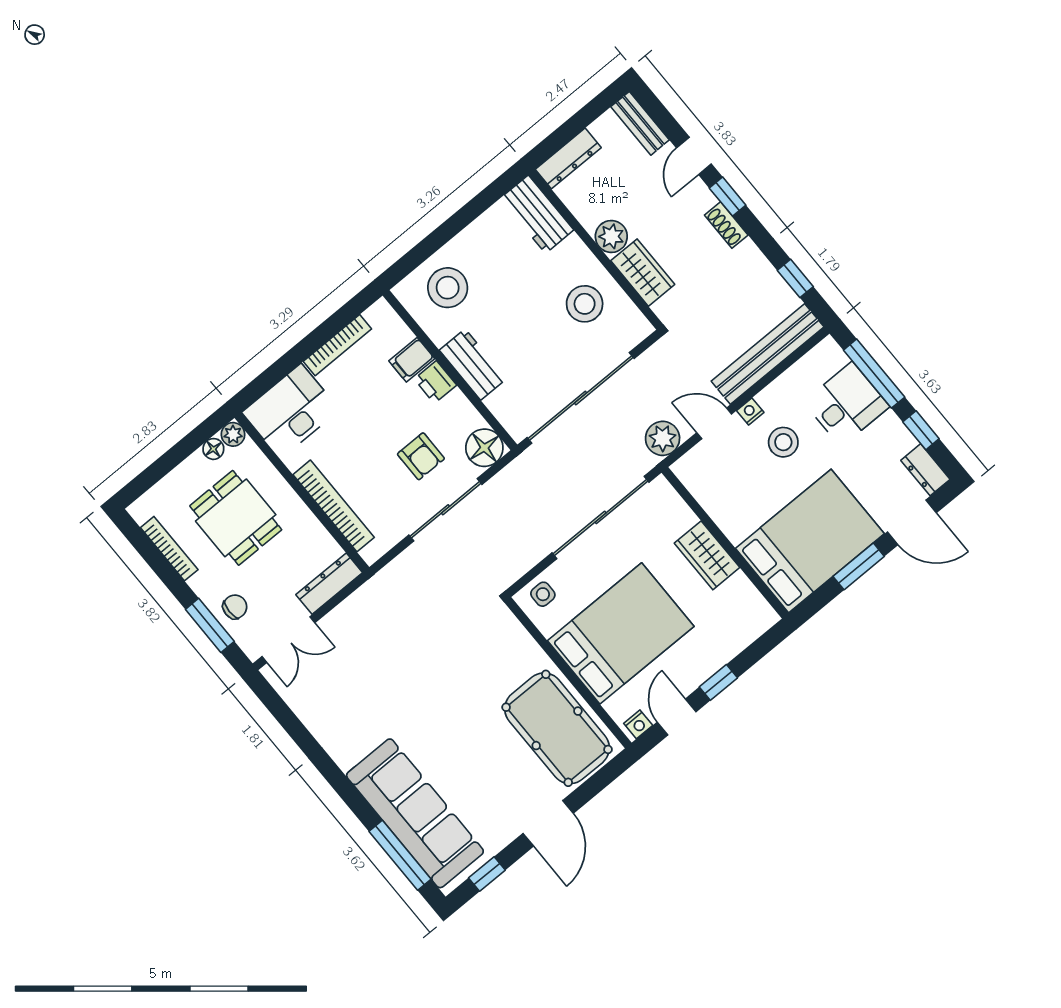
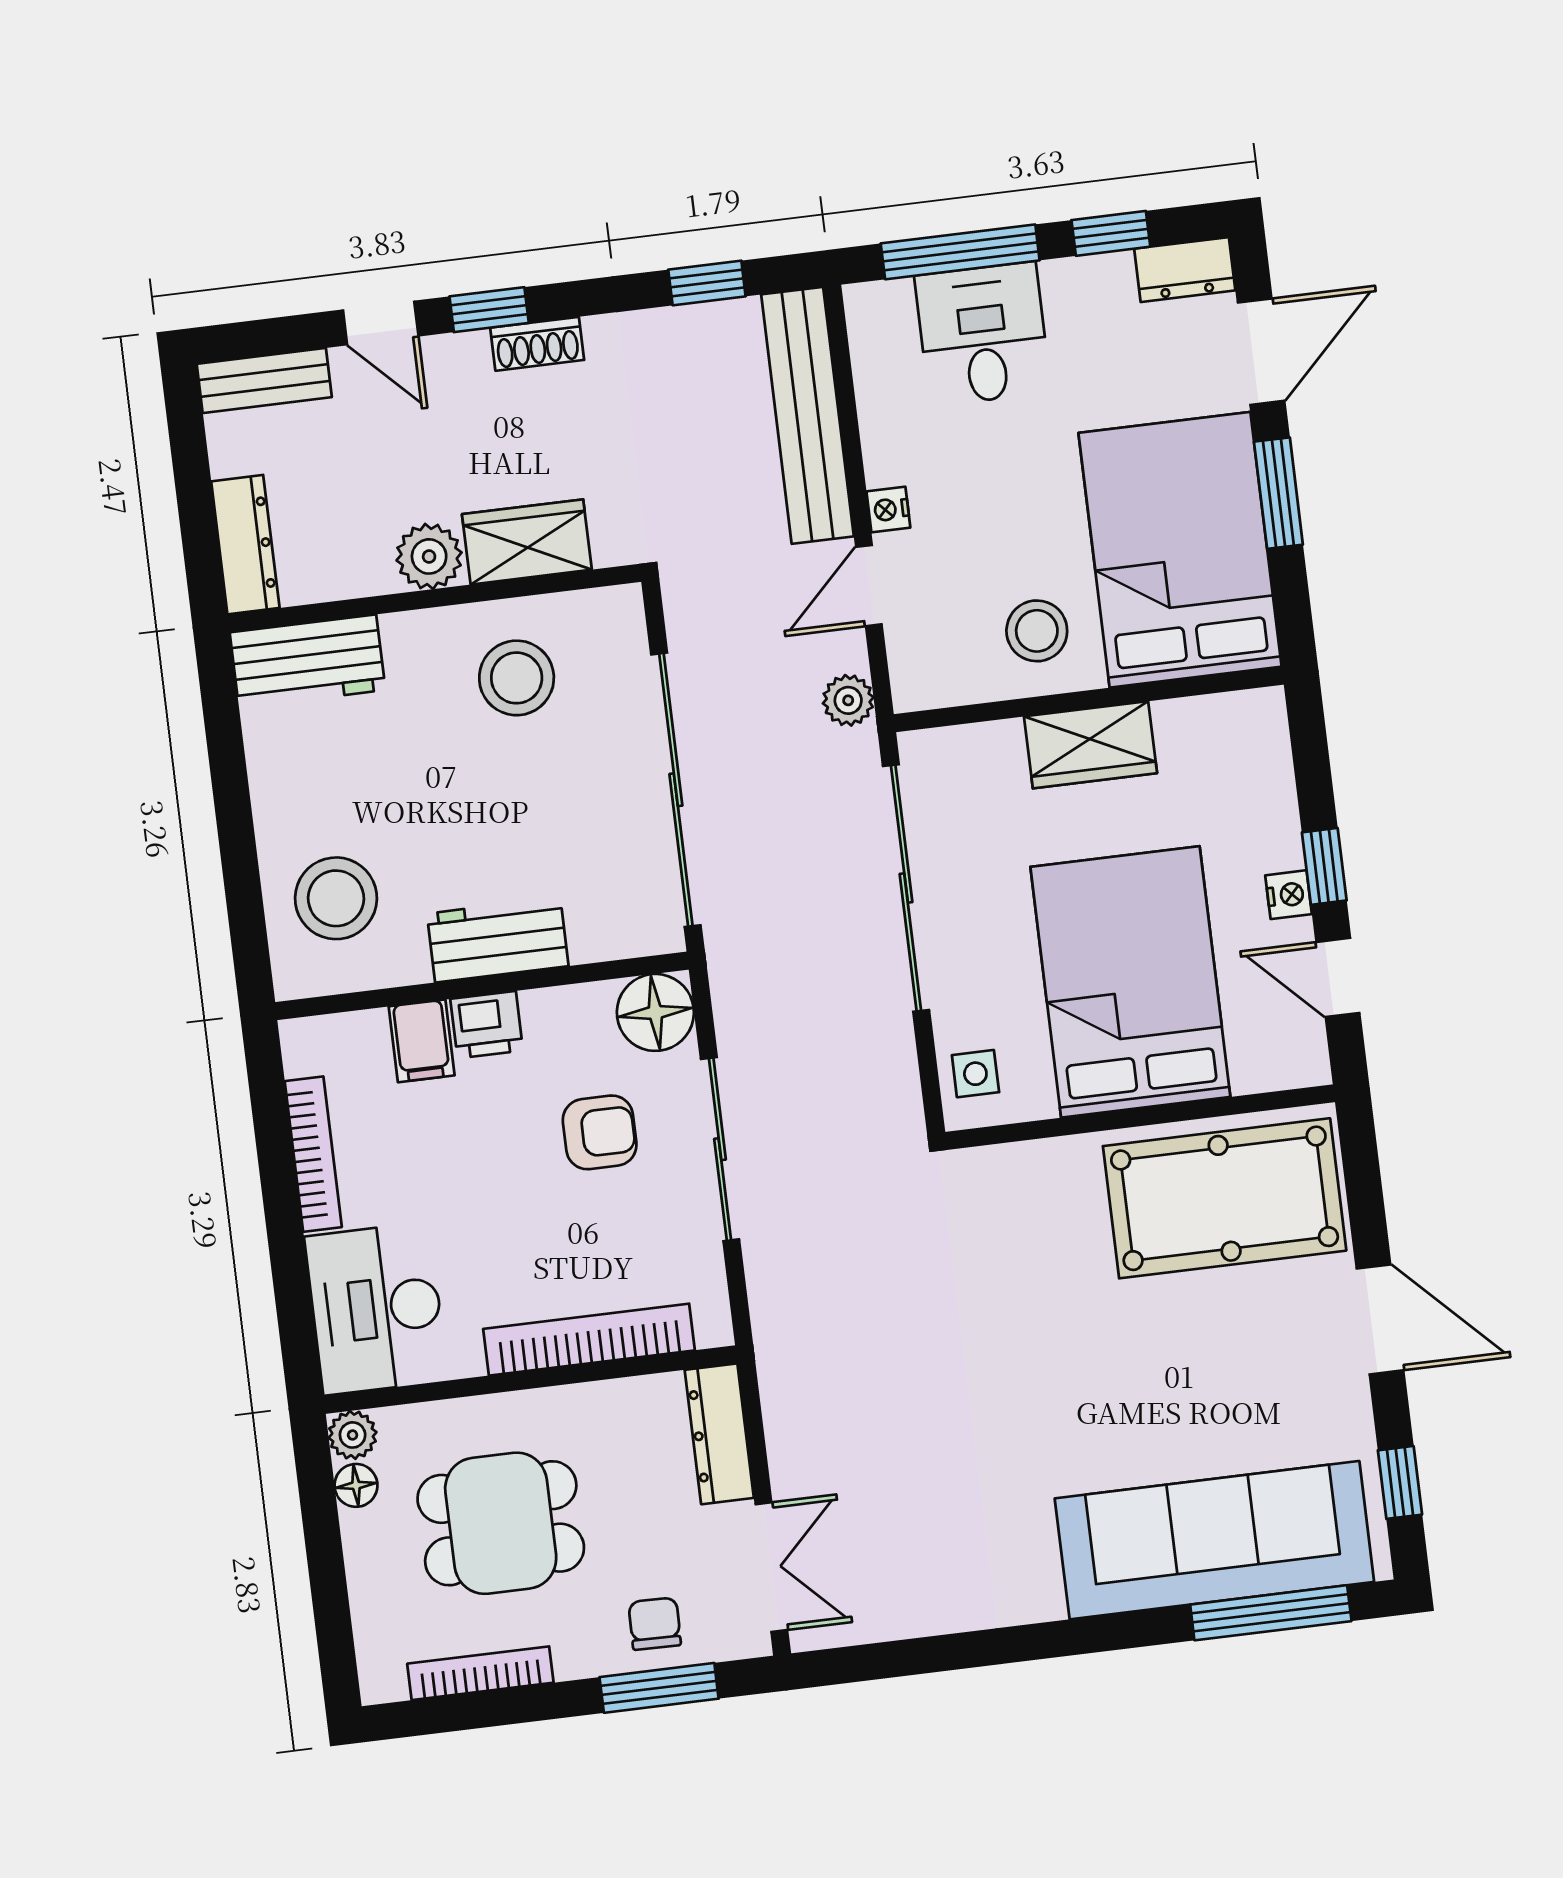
plant: (663, 438) -> (848, 700), width x0.73, depth x0.73
stool: (783, 442) -> (1037, 631), moved
nightstand: (638, 724) -> (1289, 895), moved

